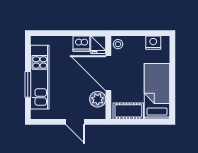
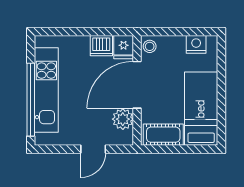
door: (108, 73) -> (137, 85), hinge flipped
window: (28, 84) -> (31, 100), width x2.11
door: (75, 122) -> (93, 149), hinge flipped

